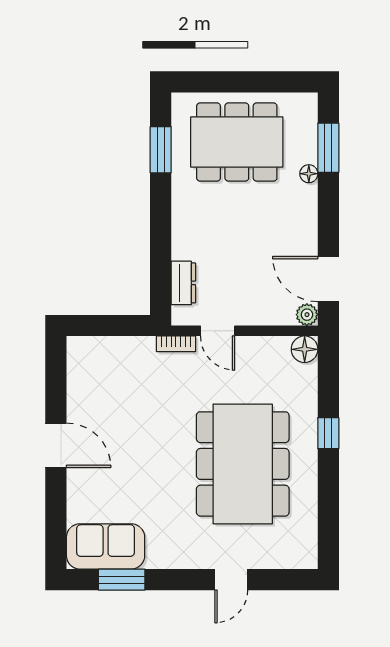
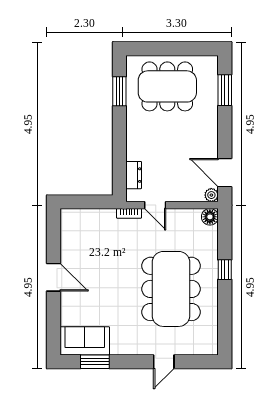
floor lamp: (309, 174) -> (213, 106), removed

